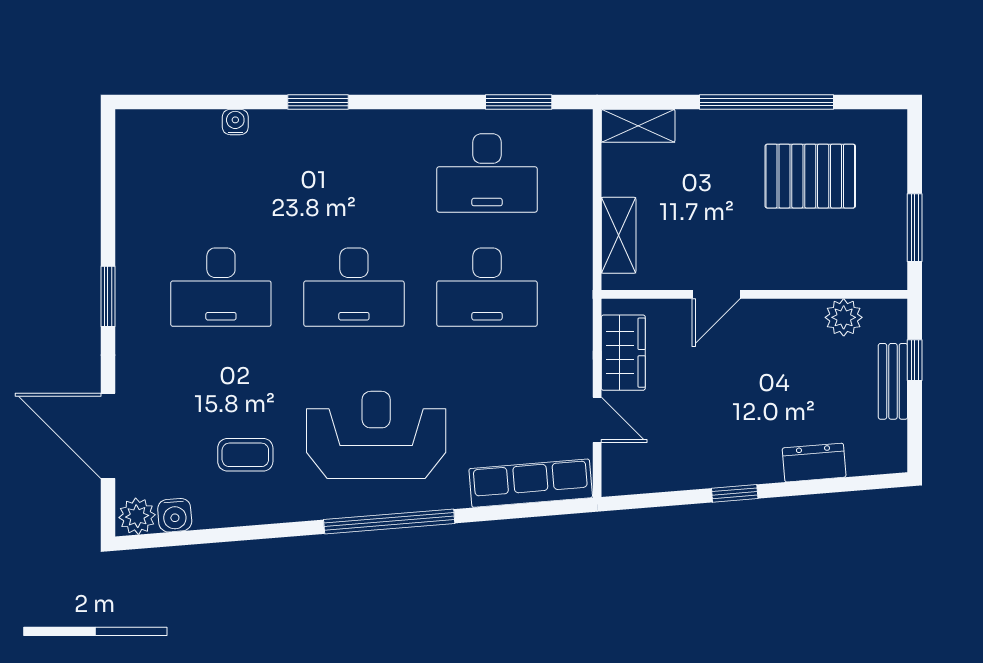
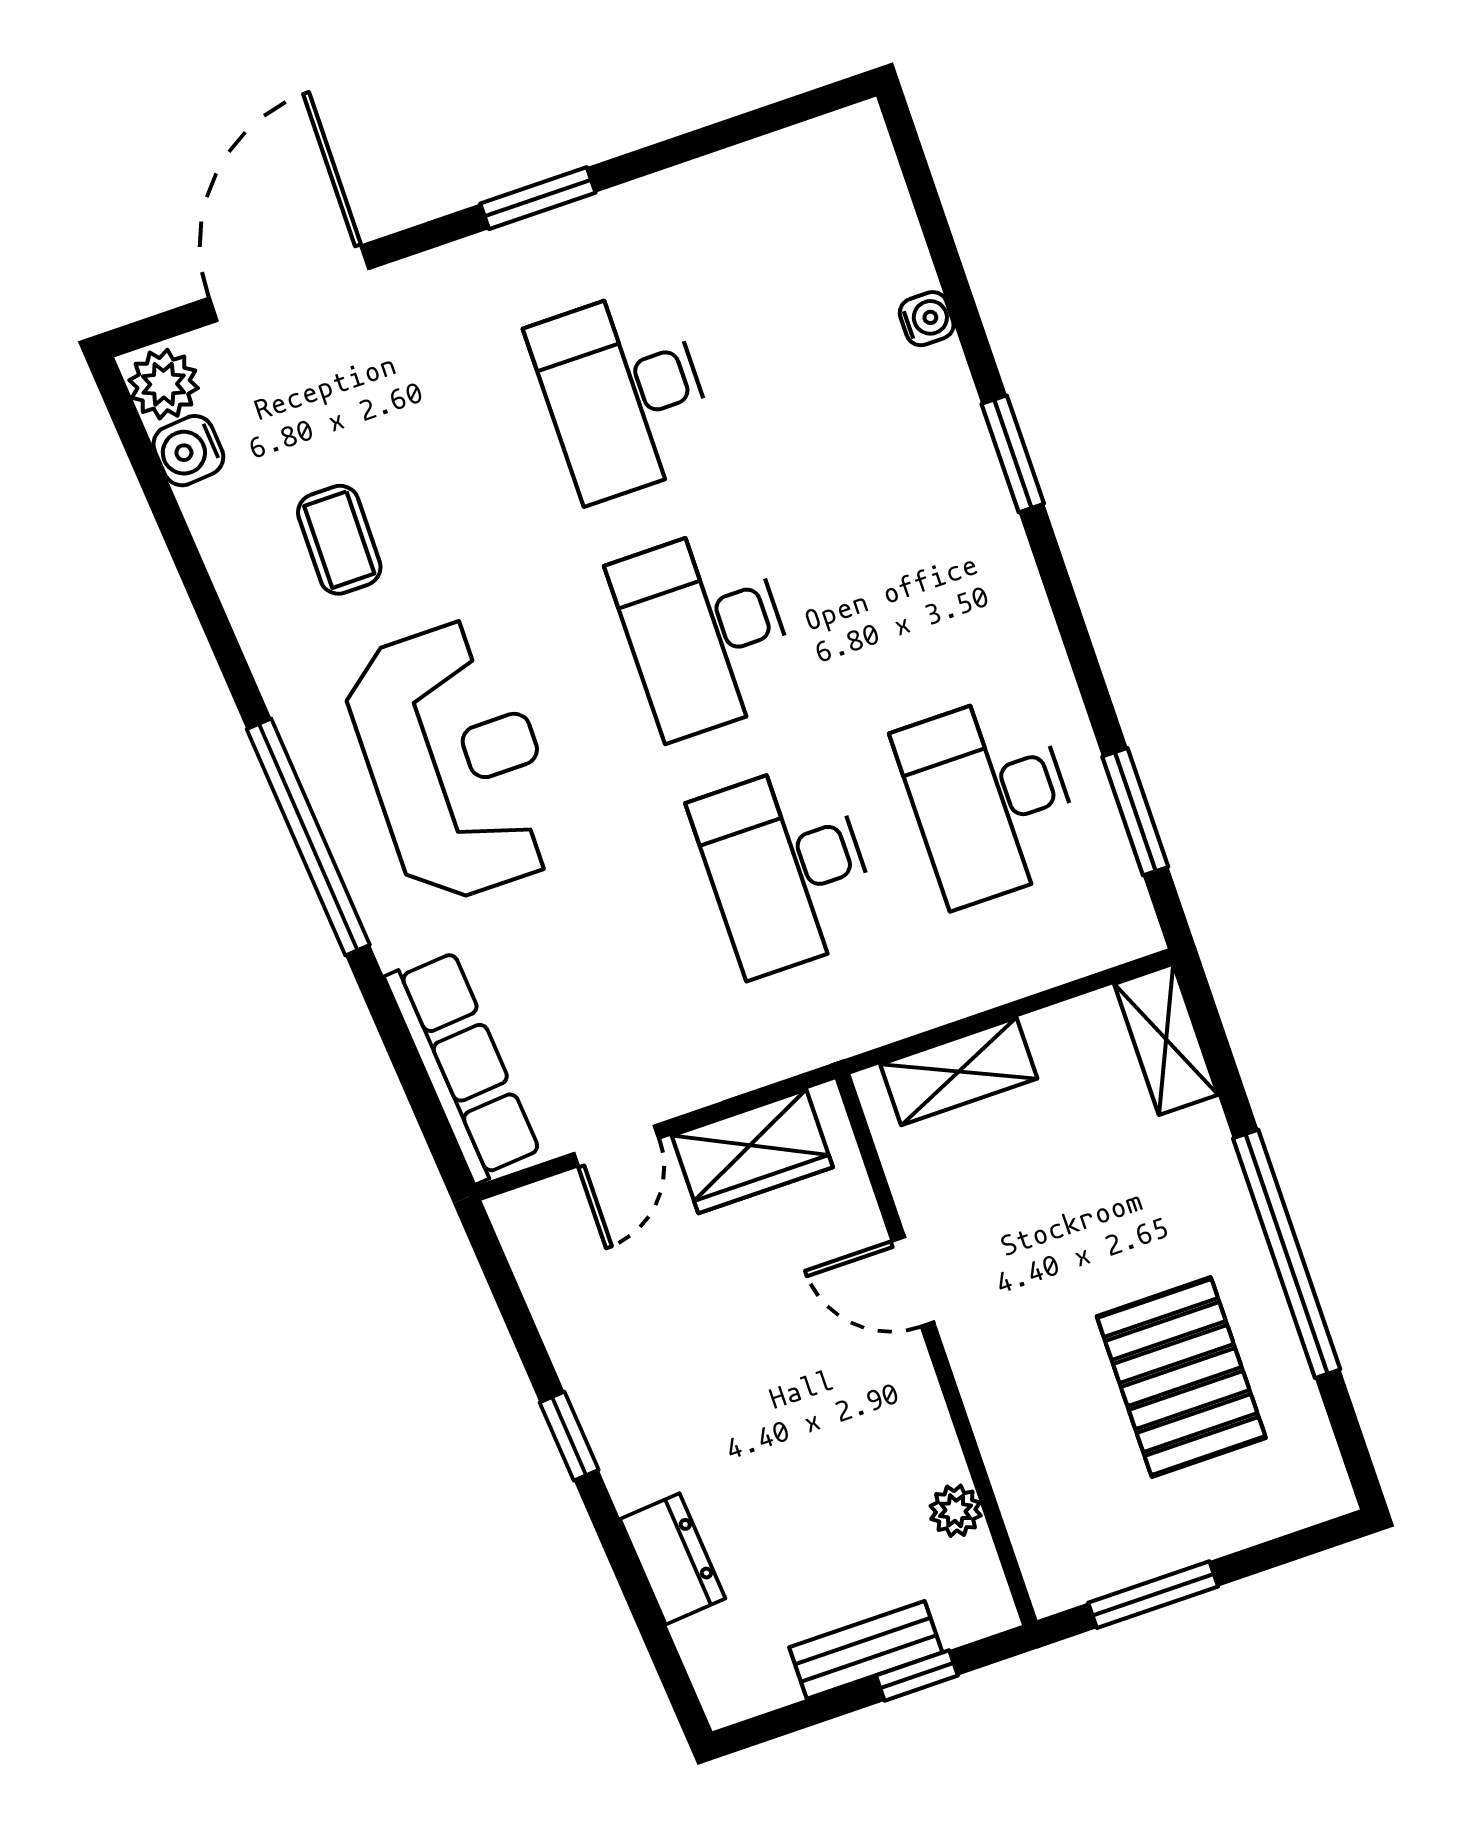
plant: (844, 317) -> (956, 1511), width x0.73, depth x0.73

